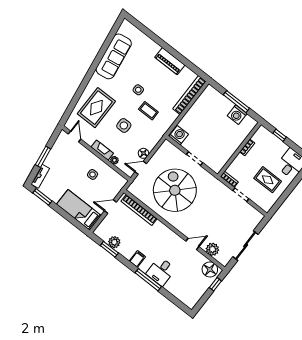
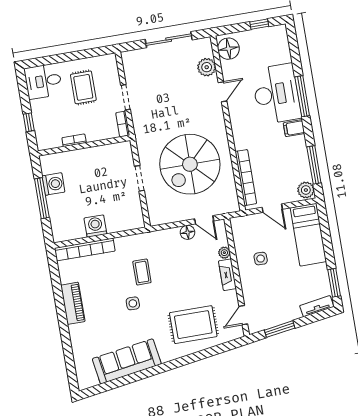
side table: (124, 125) -> (182, 280), removed
washing machine: (179, 135) -> (95, 226), moved, turned 90
window: (43, 157) -> (280, 329), moved
plant: (114, 242) -> (306, 190), moved
door: (192, 244) -> (222, 92), swing flipped
window: (109, 249) -> (314, 165), width x1.44
desk: (161, 271) -> (276, 94), width x1.87, depth x1.30
window: (215, 284) -> (259, 24), moved

